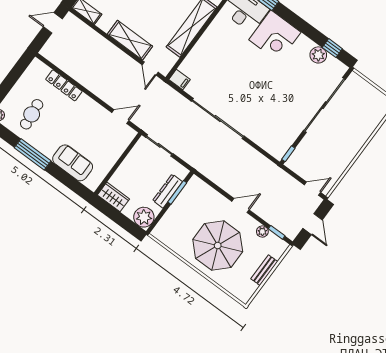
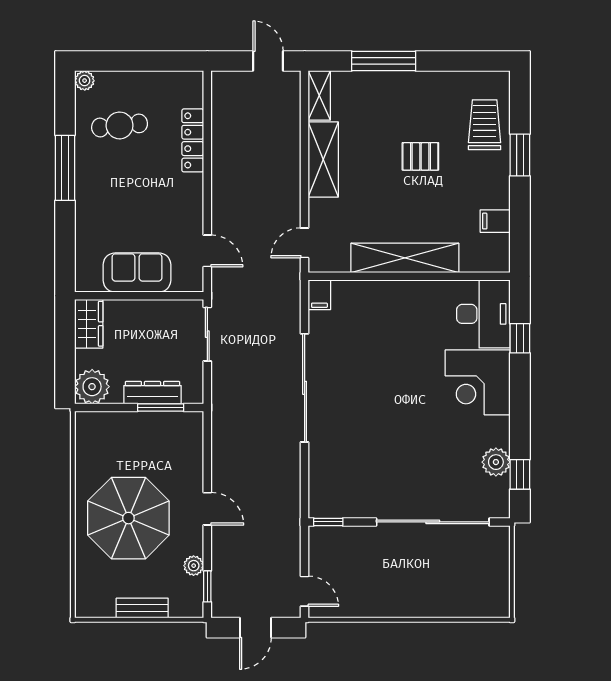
shelving: (130, 40) -> (323, 160), moved
sofa: (73, 163) -> (137, 273), moved, turned -90

